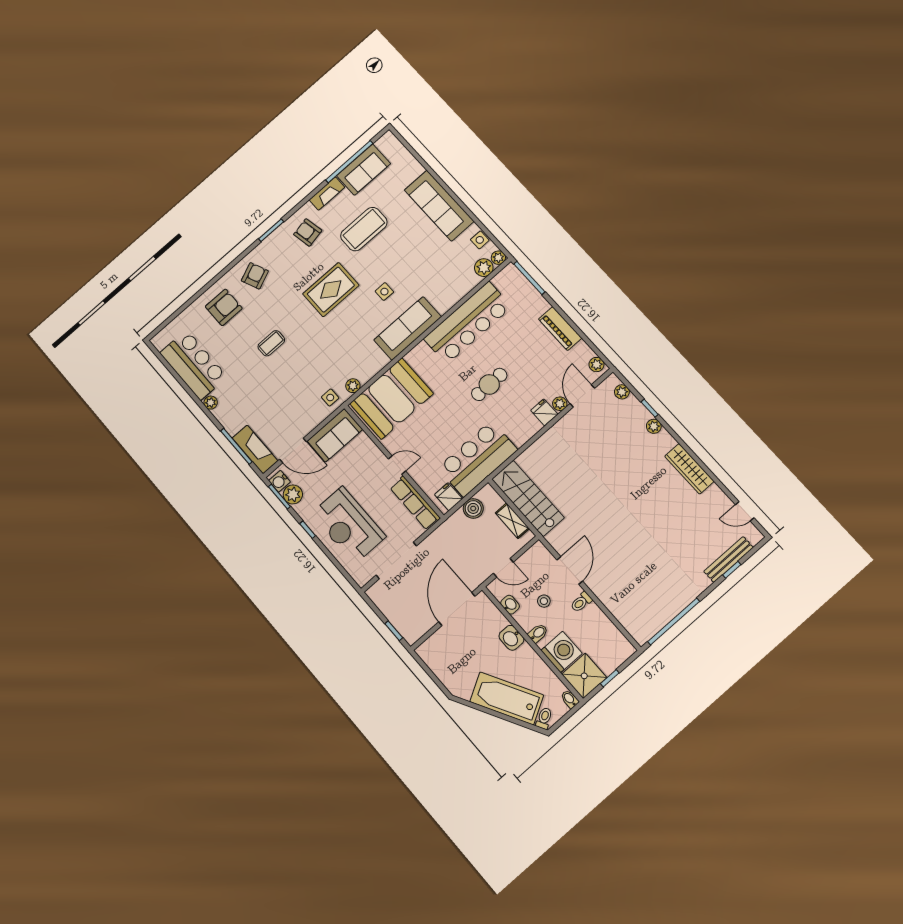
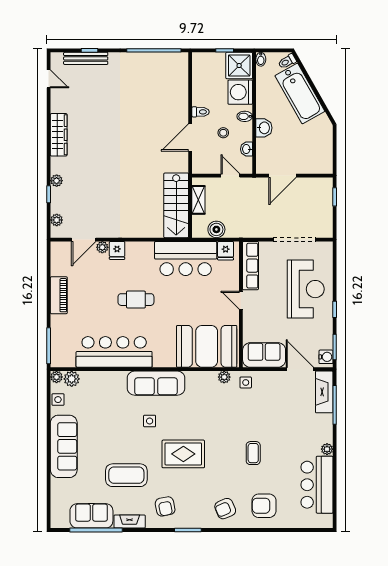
coffee table: (271, 343) -> (253, 453), turned 90
plant: (596, 365) -> (57, 252), removed
plant: (293, 494) -> (325, 341), removed
door: (457, 609) -> (283, 176), width x0.73

